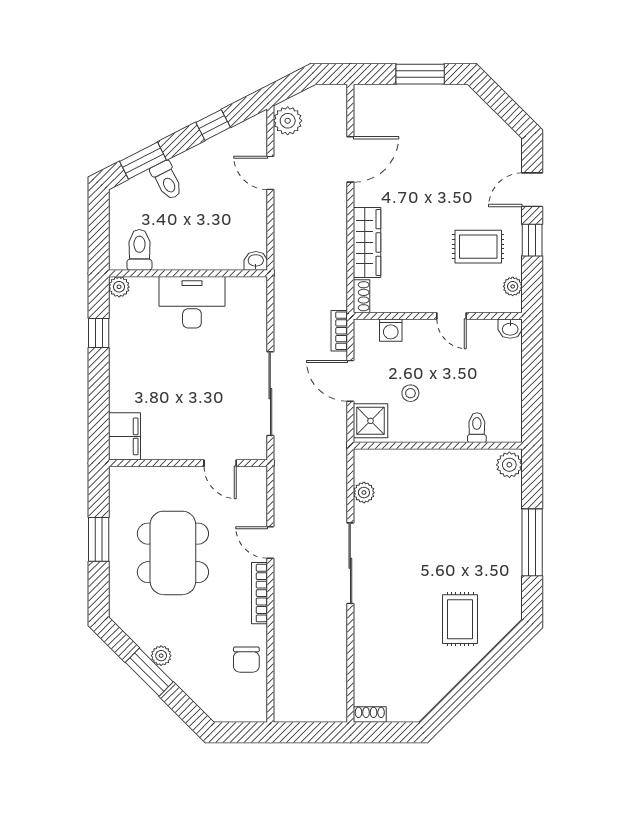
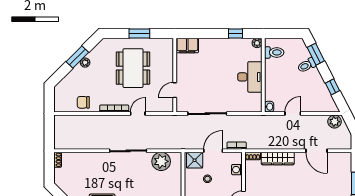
door: (270, 173) -> (293, 114), moved
plant: (364, 493) -> (161, 161), width x1.87, depth x1.87
dining table: (173, 553) -> (133, 68), turned 90

